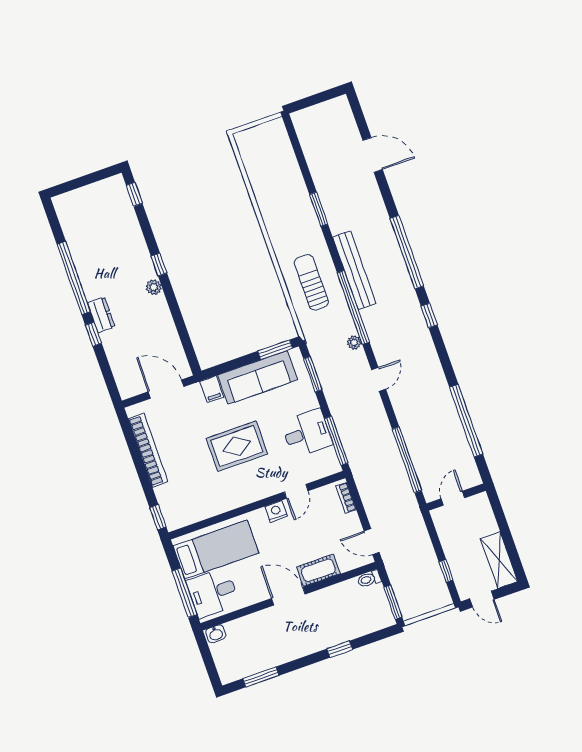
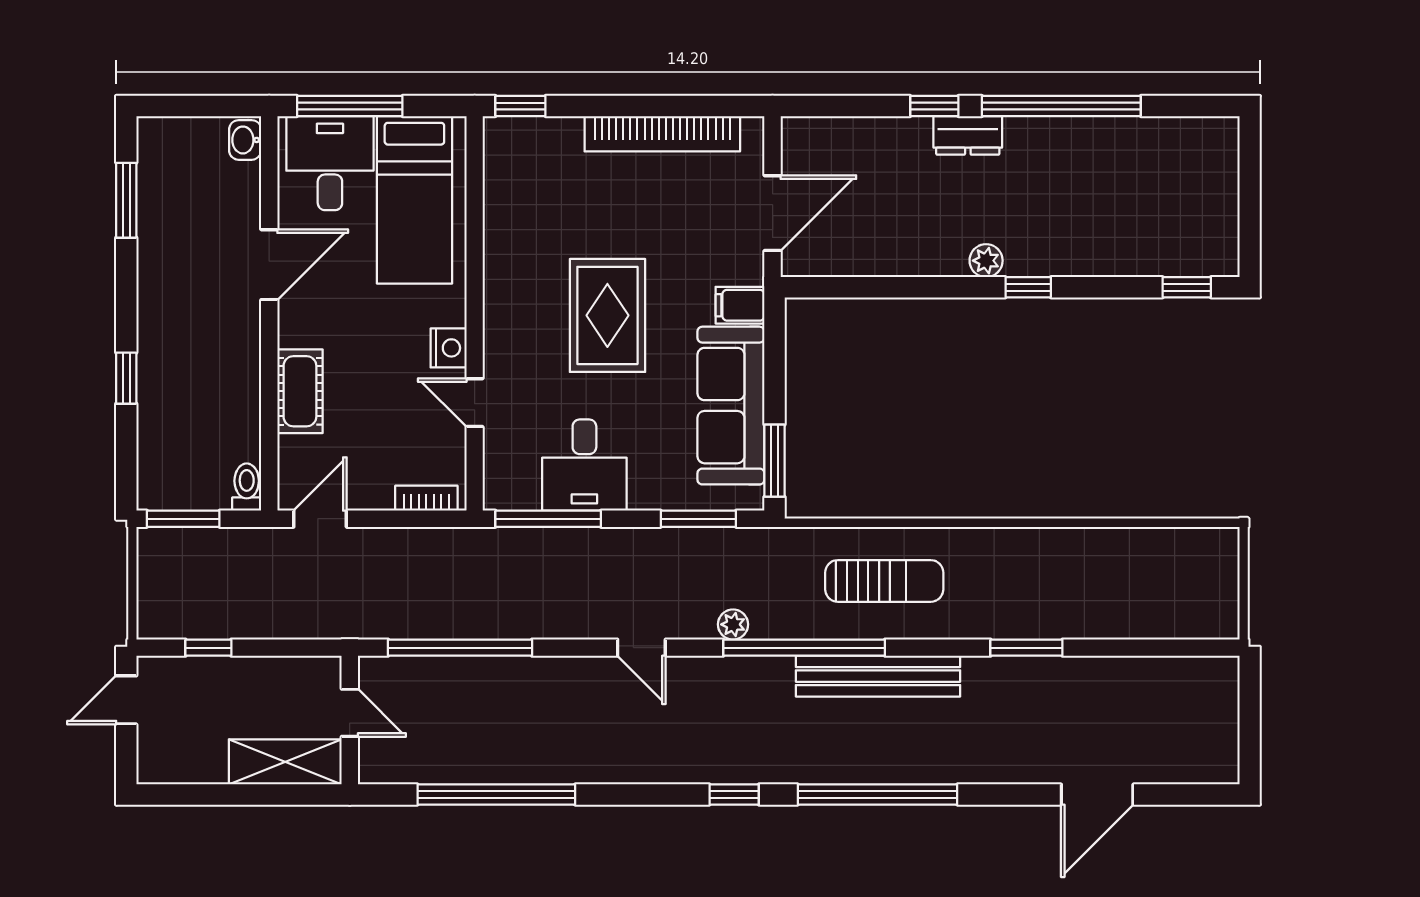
shelving: (499, 560) -> (285, 762), moved
door: (288, 596) -> (269, 265), moved

